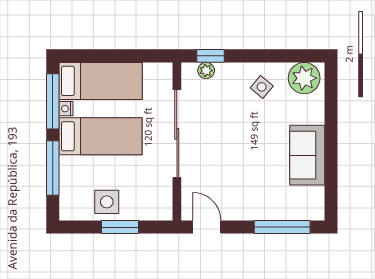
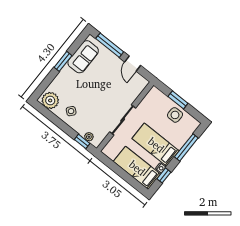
window: (53, 101) -> (164, 175), width x0.46
sliding door: (177, 134) -> (123, 120), width x0.73
window: (331, 149) -> (63, 61), added
sofa: (307, 155) -> (83, 57), moved
door: (207, 227) -> (133, 64), moved

